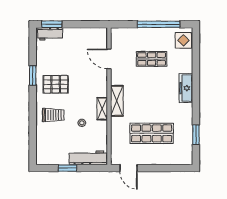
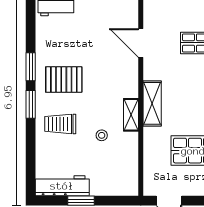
window: (33, 101) -> (31, 104), added
trolley: (53, 115) -> (60, 124), turned 180
workbench: (88, 158) -> (62, 186), moved

